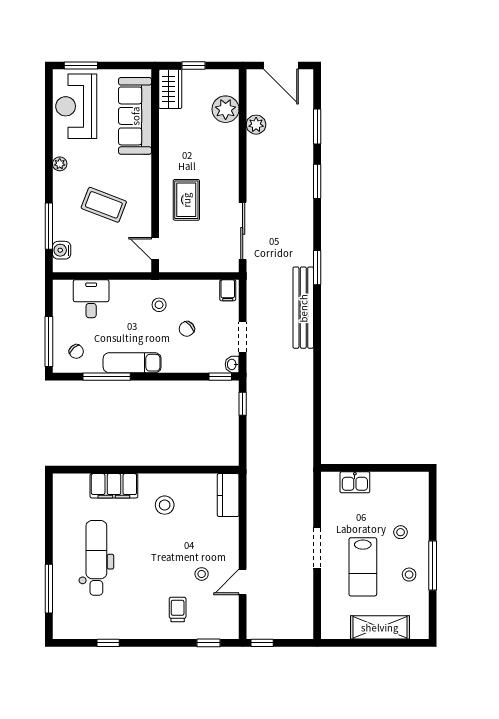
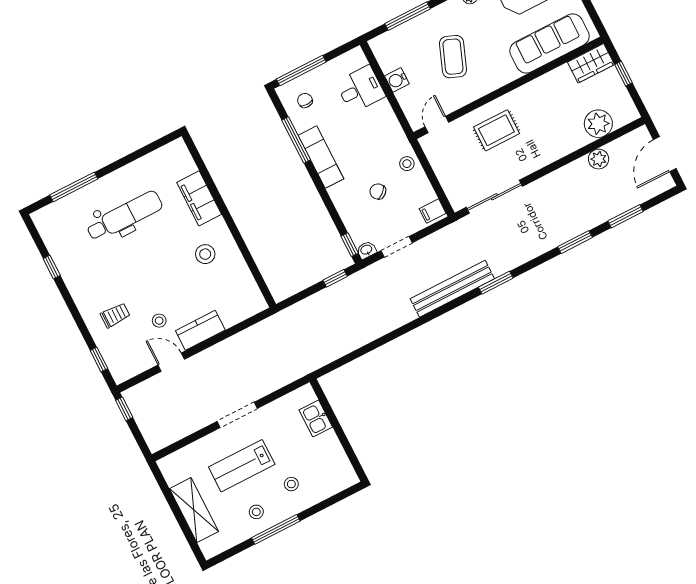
water cooler: (62, 250) -> (397, 80), moved, turned -90
stool: (159, 305) -> (407, 164), moved
chair: (76, 351) -> (305, 100), turned 132
kitchen counter: (228, 495) -> (200, 330), moved

